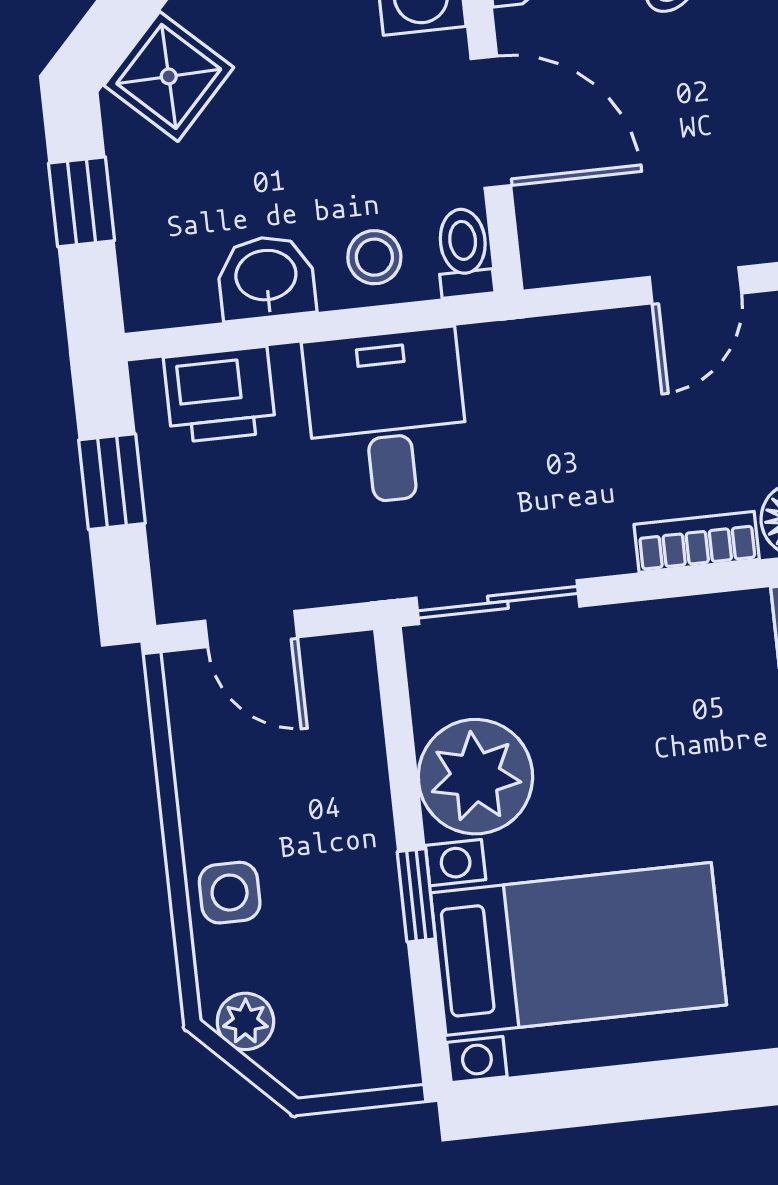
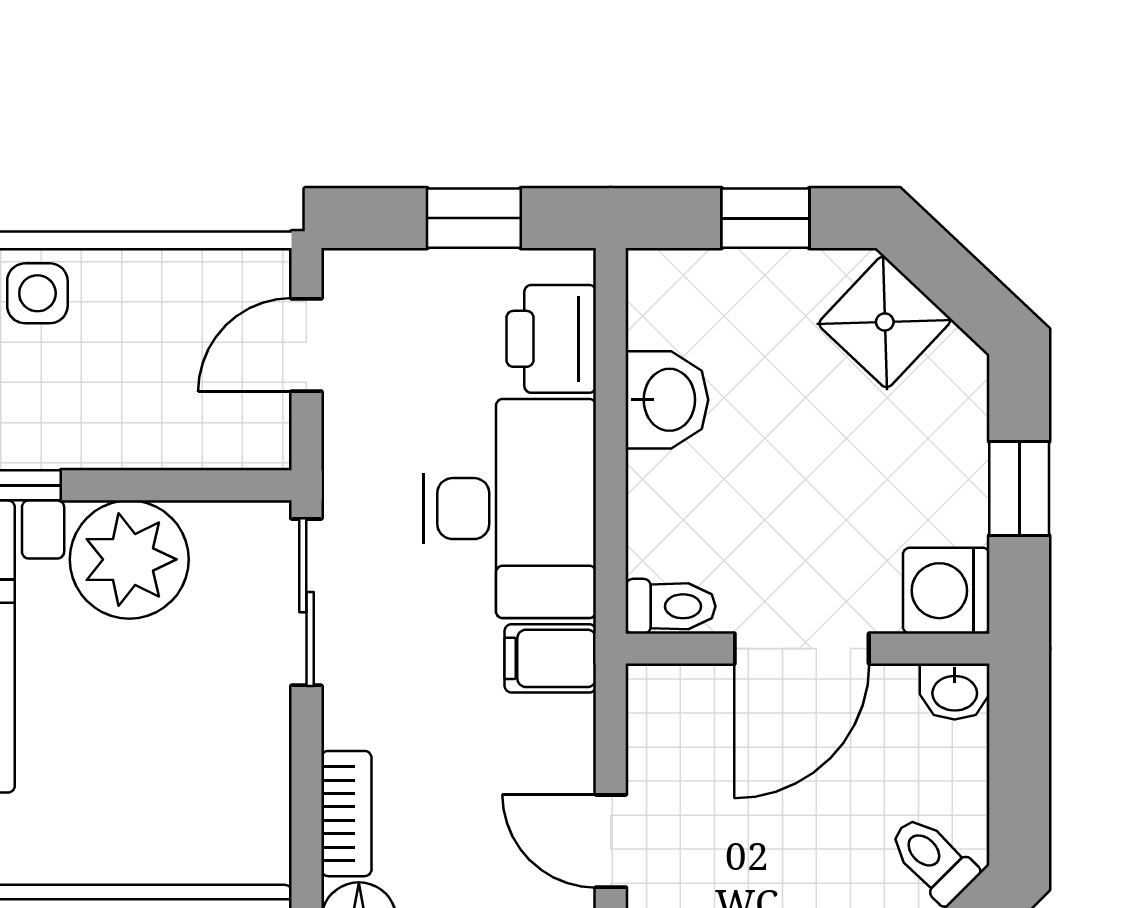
stool: (374, 257) -> (676, 514), removed
filing cabinet: (526, 362) -> (550, 658), added
desk: (387, 417) -> (510, 509), width x1.37

